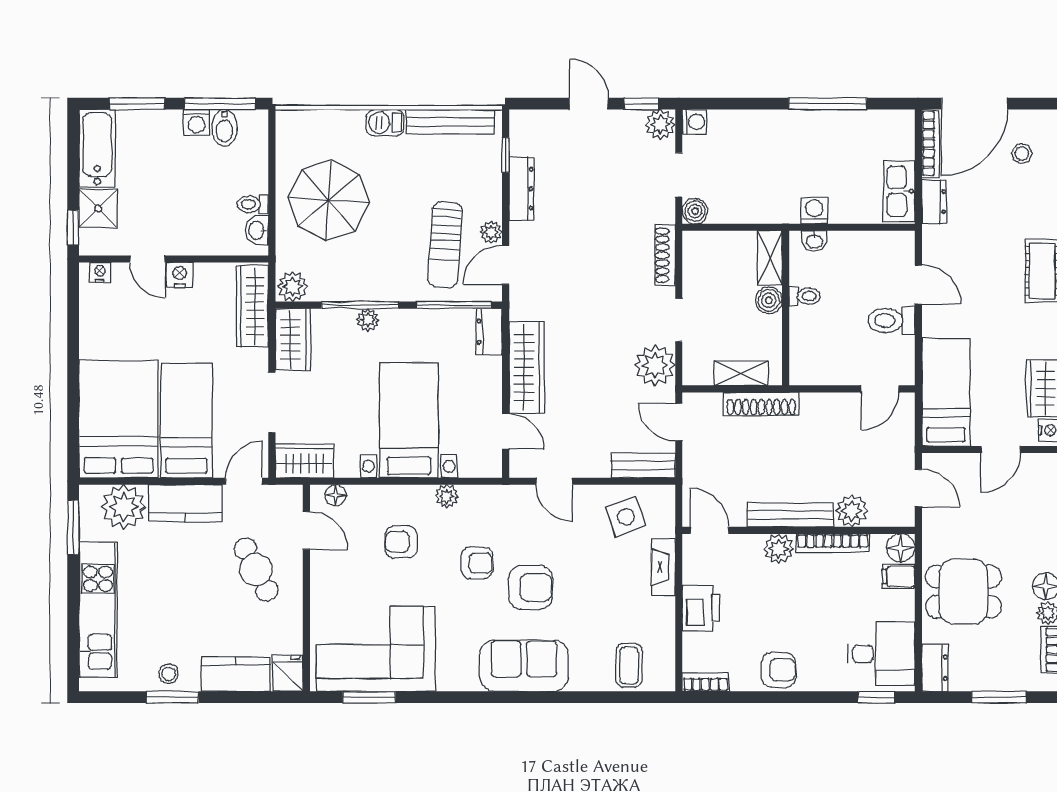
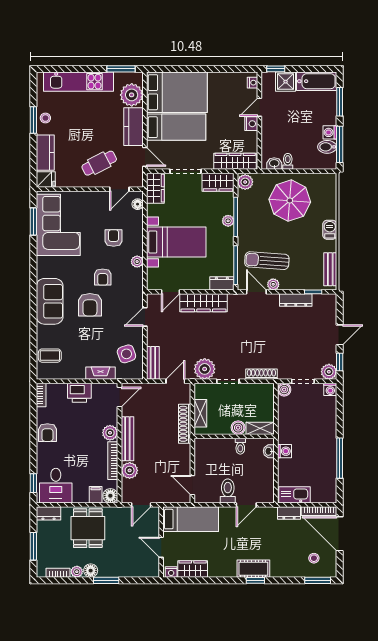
bench: (450, 122) -> (330, 269), width x0.73

